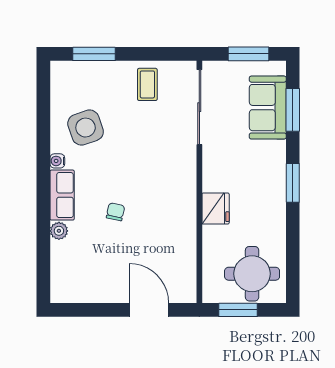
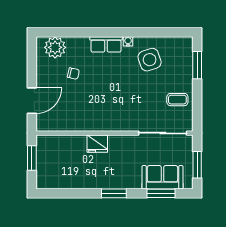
chair: (115, 212) -> (73, 73), moved
plant: (59, 231) -> (55, 47), moved, width x1.88, depth x1.88
round table: (252, 274) -> (55, 167), removed

